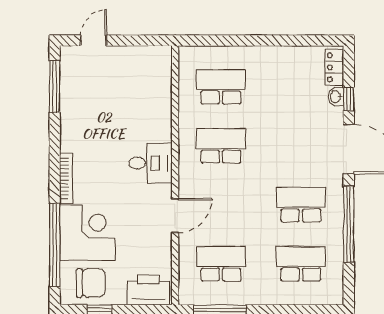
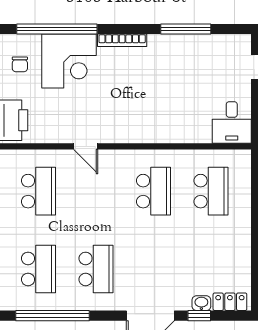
window: (55, 87) -> (186, 29), moved
desk: (151, 163) -> (232, 122), moved
door: (175, 215) -> (86, 146), width x0.73
window: (349, 224) -> (52, 316), moved
chair: (91, 283) -> (20, 64), width x0.54, depth x0.54

